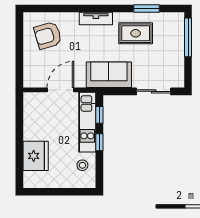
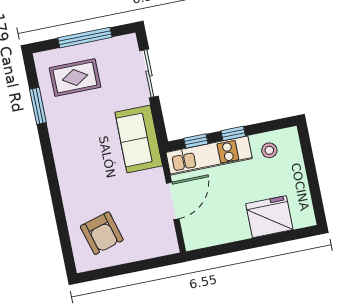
tv unit: (96, 18) -> (65, 172), removed
rug: (136, 33) -> (75, 78), moved, turned 90
window: (188, 37) -> (85, 38), moved
door: (60, 90) -> (173, 201), swing flipped

